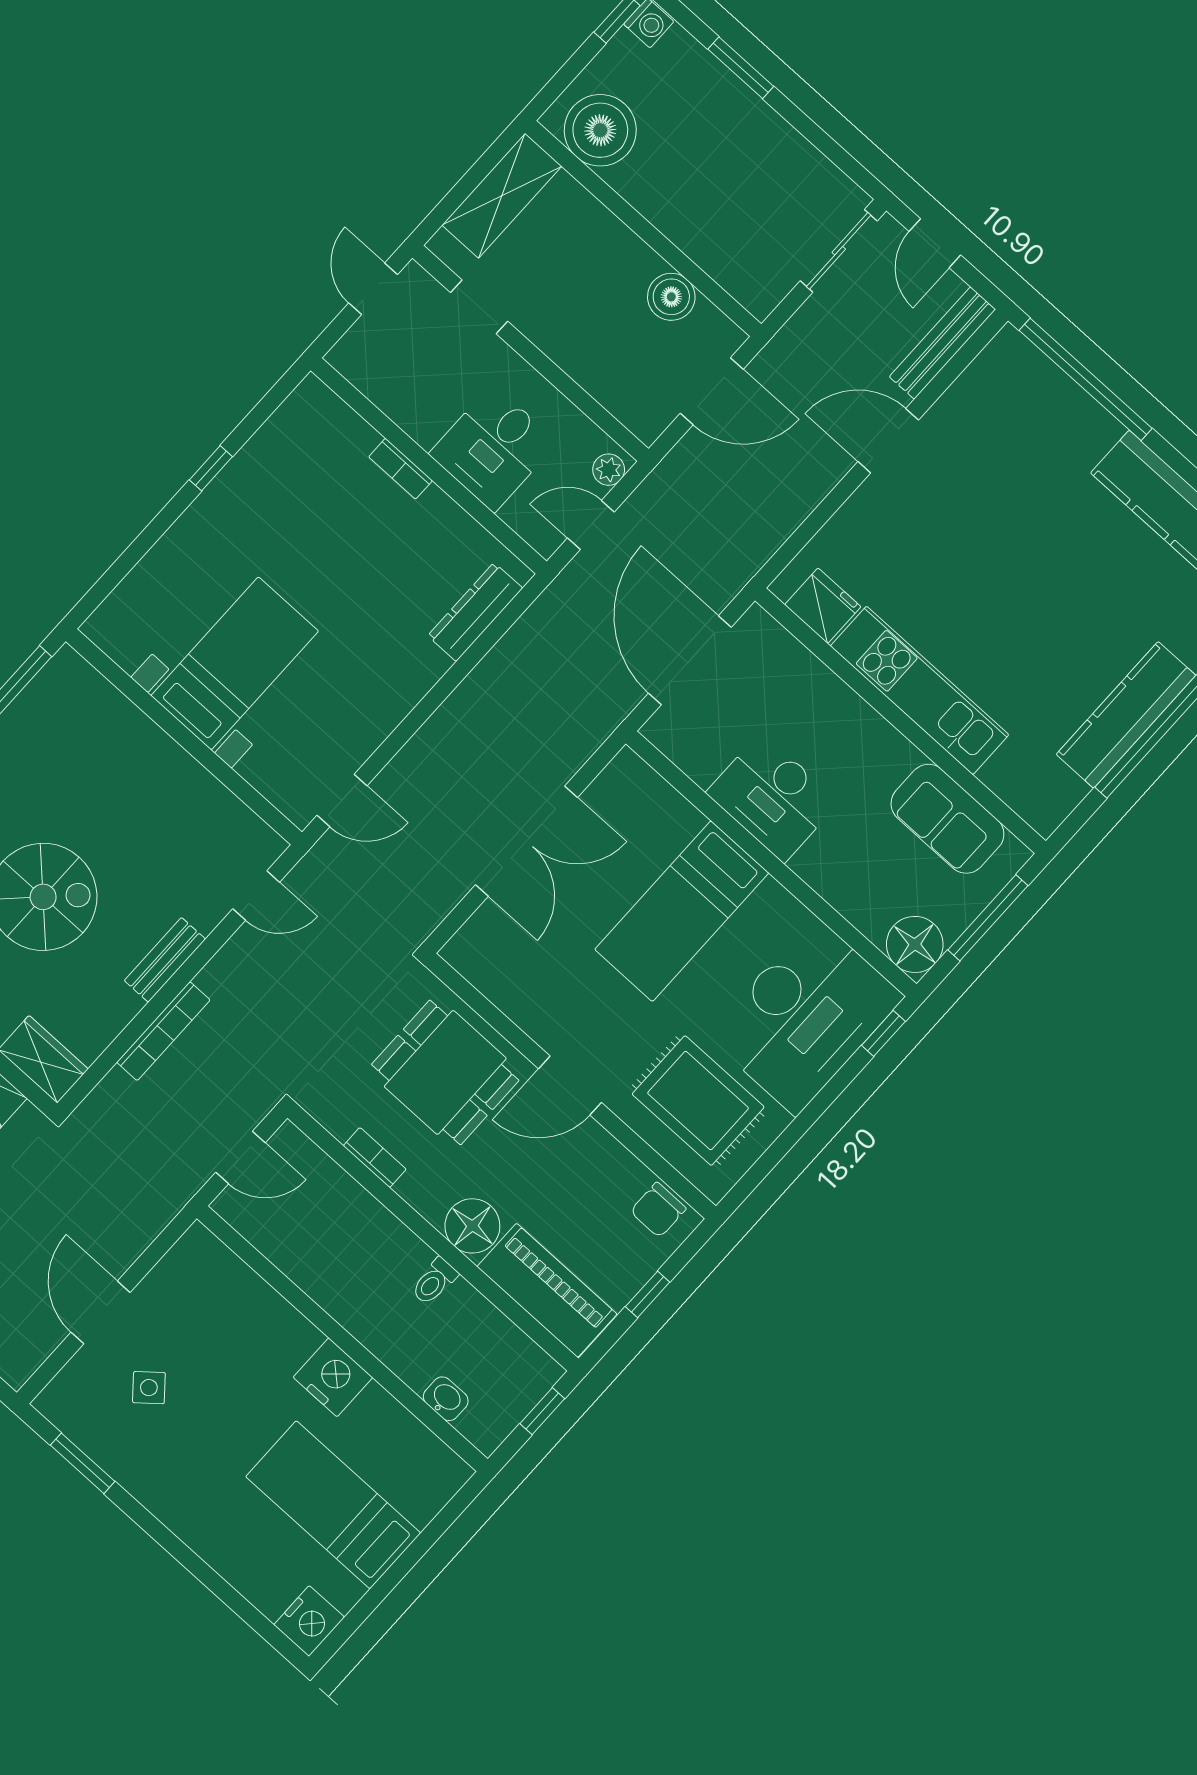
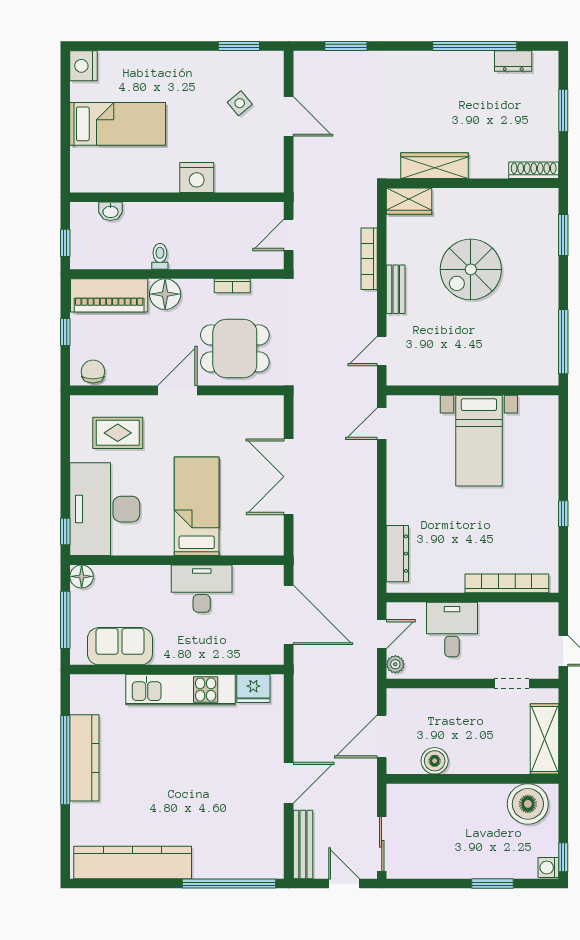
bookcase: (401, 469) -> (507, 583), width x2.31, depth x1.31
floor lamp: (915, 944) -> (82, 576), width x0.73, depth x0.73
rug: (698, 1101) -> (118, 433), width x0.73, depth x0.70
nightstand: (333, 1377) -> (197, 177), moved

